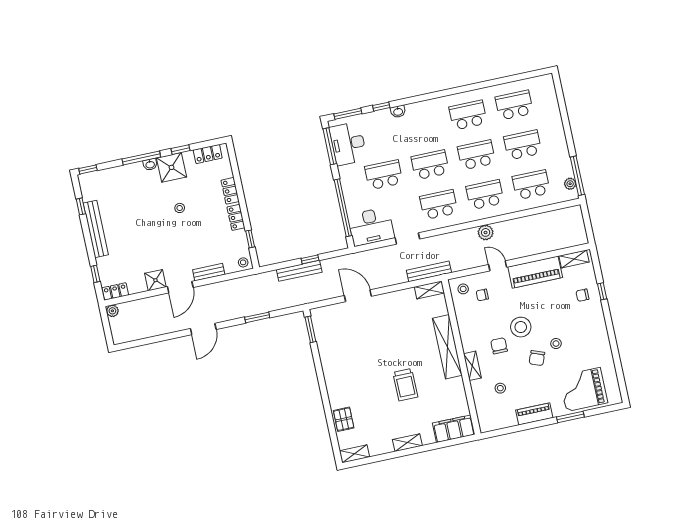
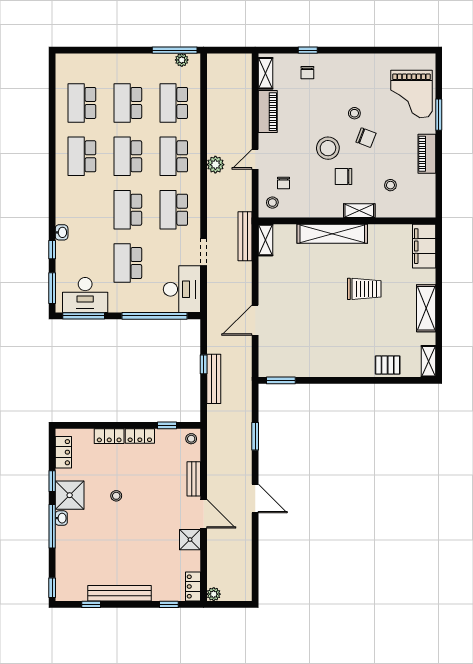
piano: (535, 272) -> (268, 112), width x0.73, depth x0.75
shelving: (407, 443) -> (426, 308), width x1.50, depth x1.33

